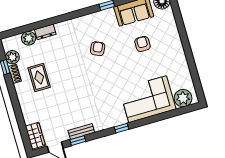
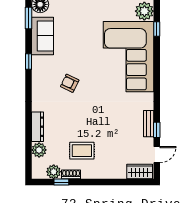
dresser: (45, 32) -> (37, 127), width x1.44
armchair: (143, 44) -> (78, 36), removed
corner sofa: (148, 99) -> (129, 57), width x1.36, depth x1.36
window: (121, 128) -> (157, 29), moved

